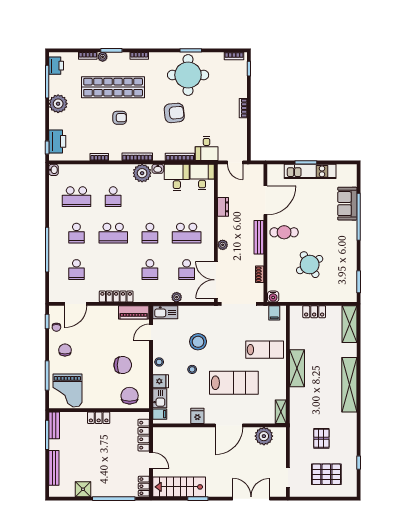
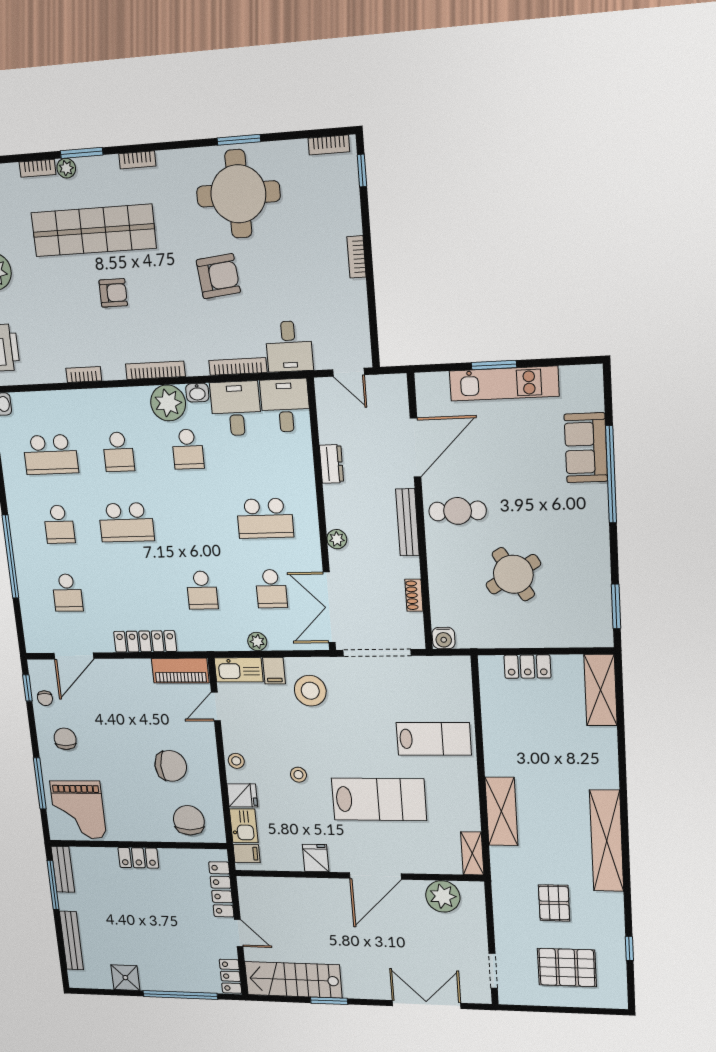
school desk: (150, 233) -> (188, 449), moved
filing cabinet: (274, 313) -> (274, 671), moved
stool: (198, 342) -> (310, 691), moved
shelving: (297, 368) -> (501, 811), moved
shelving: (349, 385) -> (607, 841), moved

